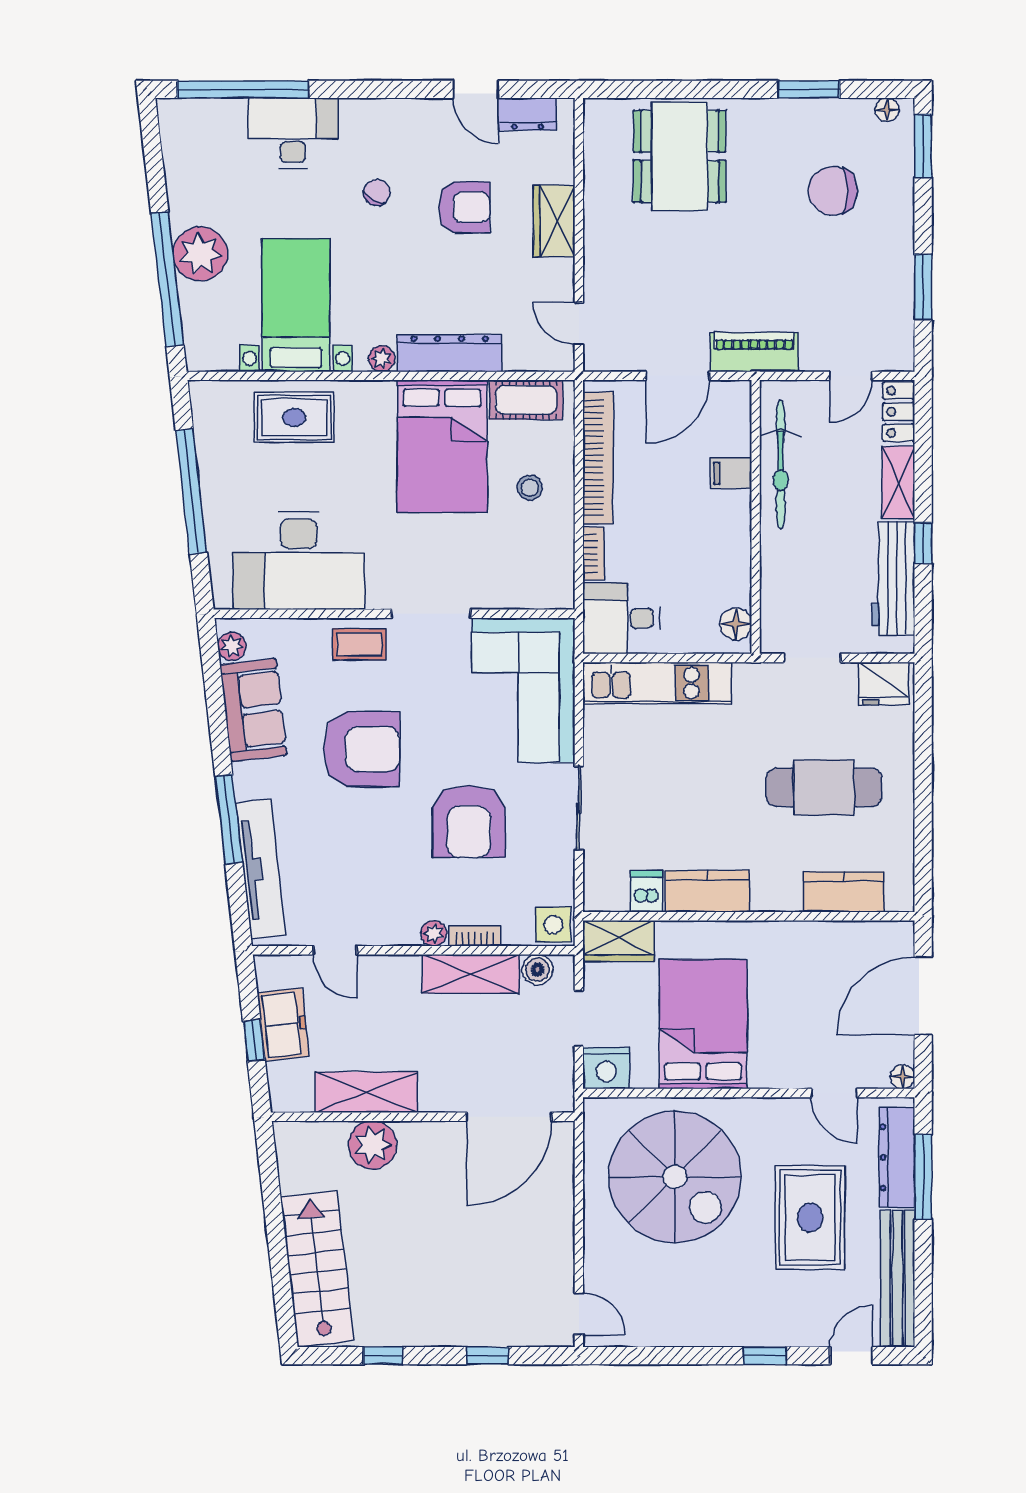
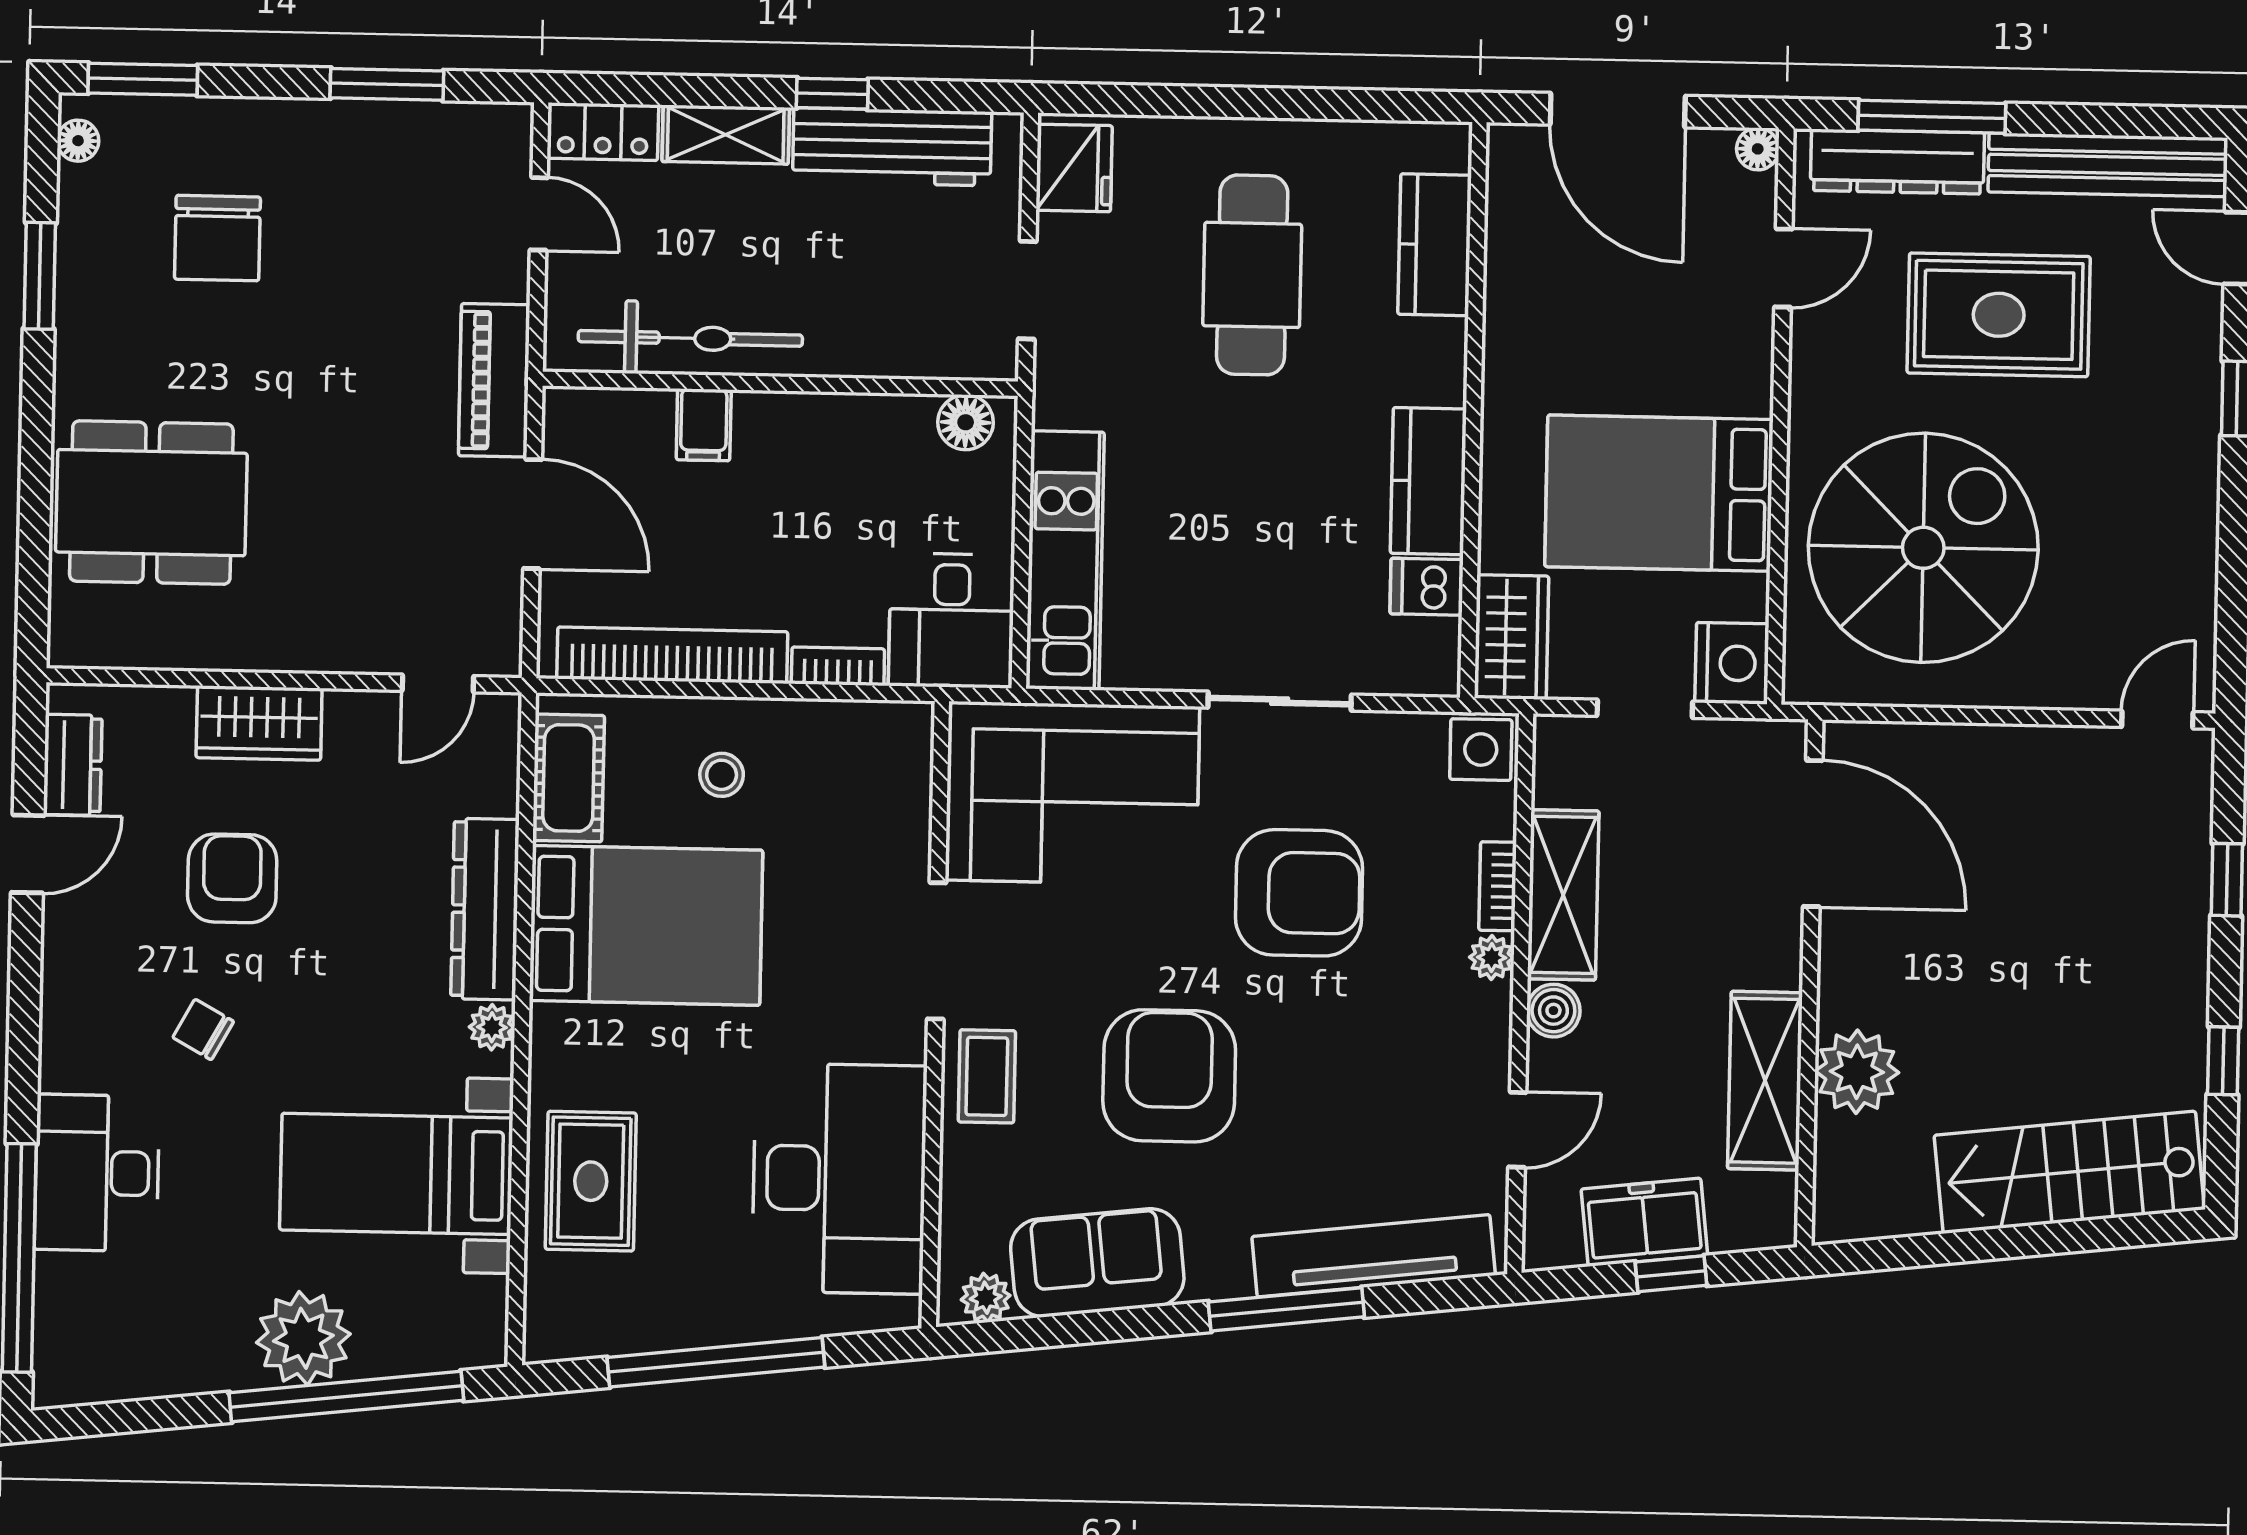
boiler: (538, 970) -> (1553, 1011), moved

